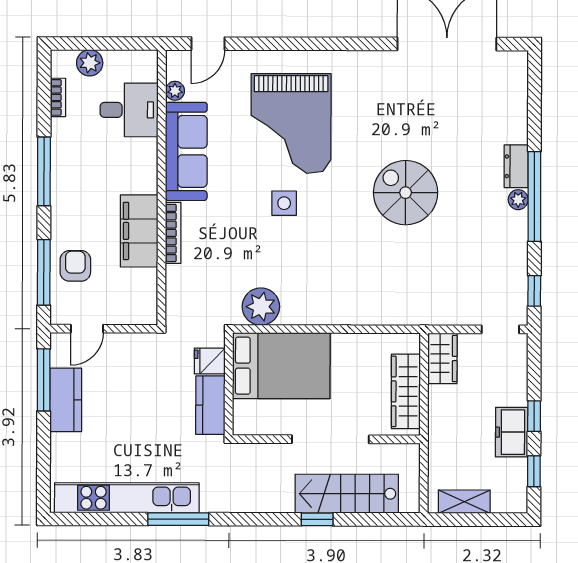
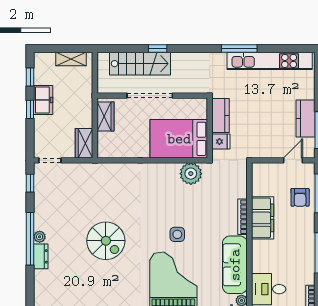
wardrobe: (406, 391) -> (105, 116), width x0.67

